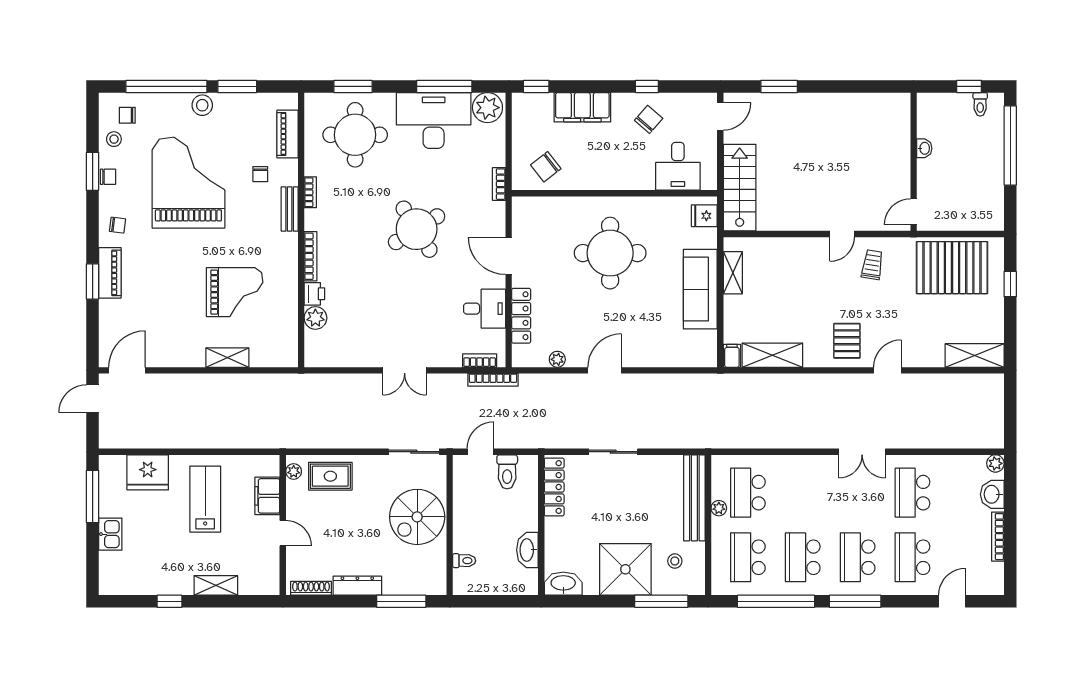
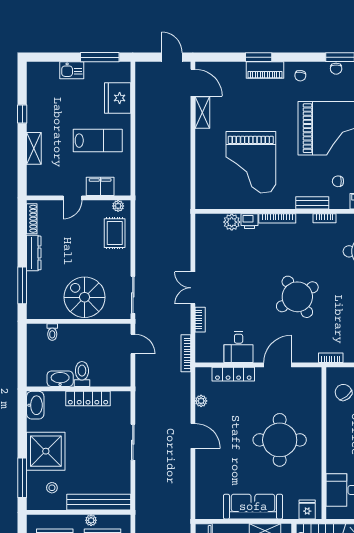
grand piano: (235, 292) -> (251, 162), width x1.37, depth x1.48
shelving: (227, 358) -> (202, 112), moved
bookcase: (480, 361) -> (200, 320), moved
toilet: (507, 472) -> (82, 374), moved, turned 90
locker: (554, 487) -> (88, 399), moved

